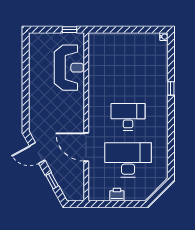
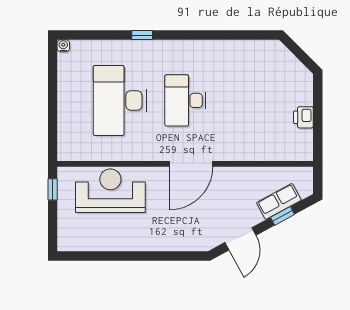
door: (86, 147) -> (191, 164), moved
desk: (128, 160) -> (120, 100), moved
row of seats: (62, 178) -> (279, 201), added

